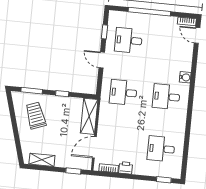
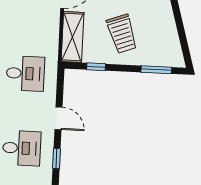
window: (62, 94) -> (96, 67), moved
trolley: (36, 115) -> (122, 34), moved

